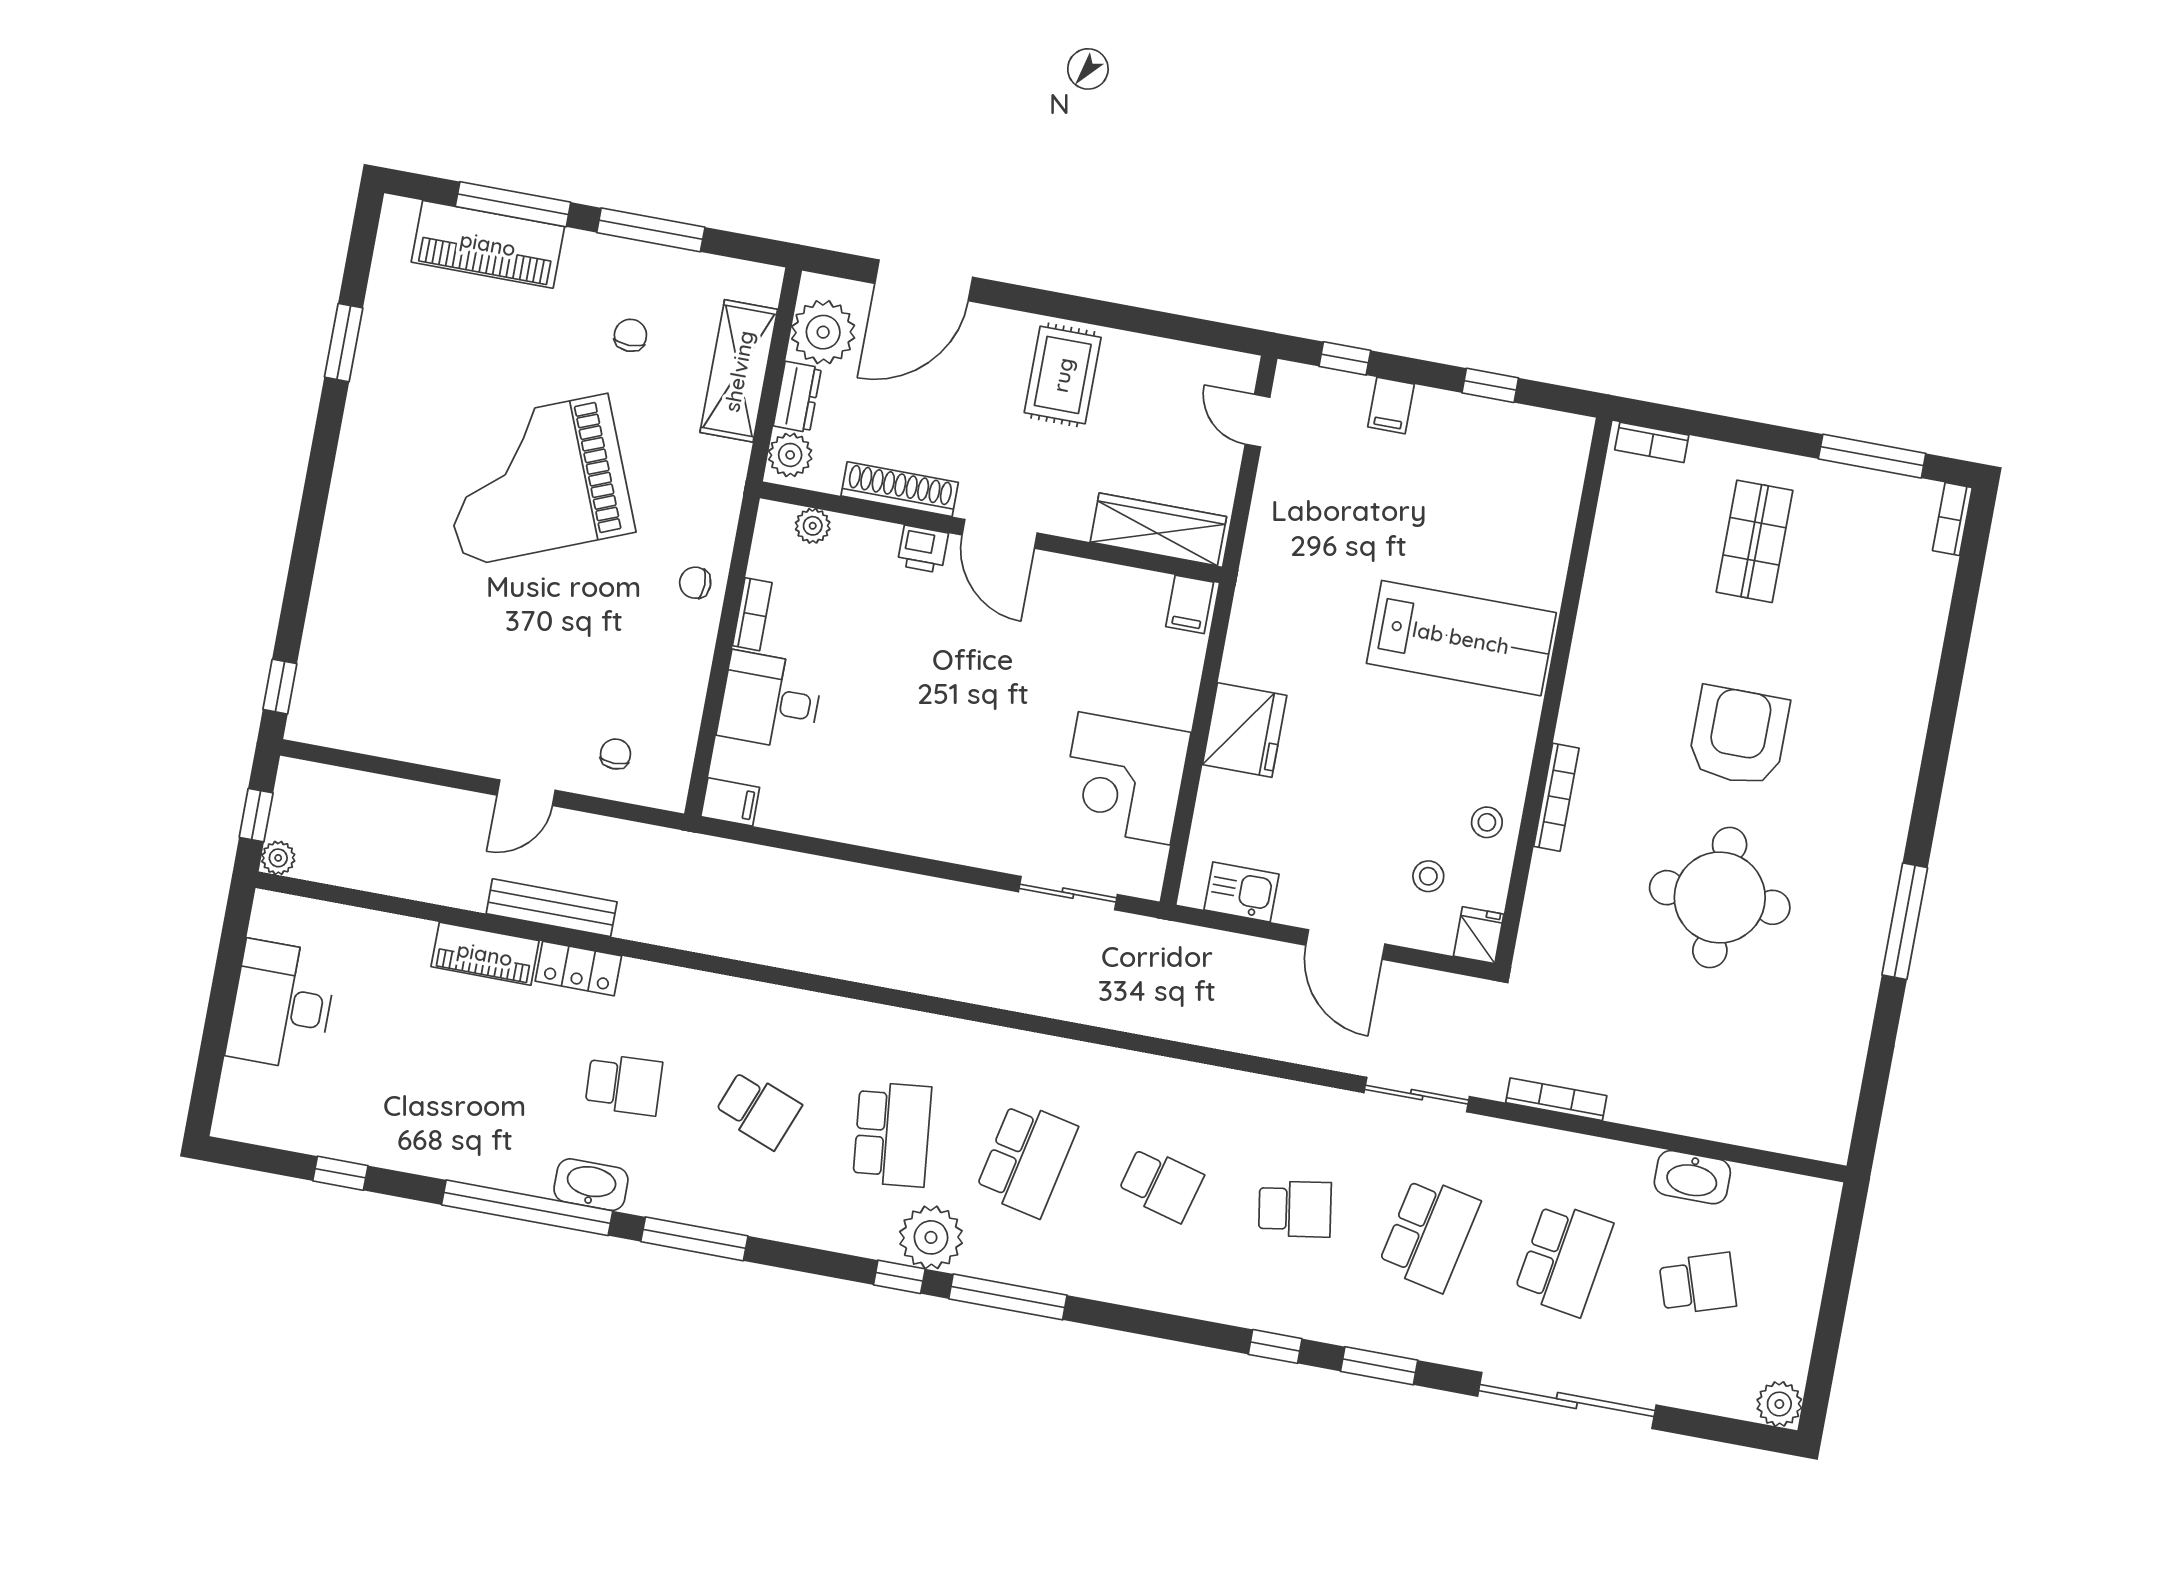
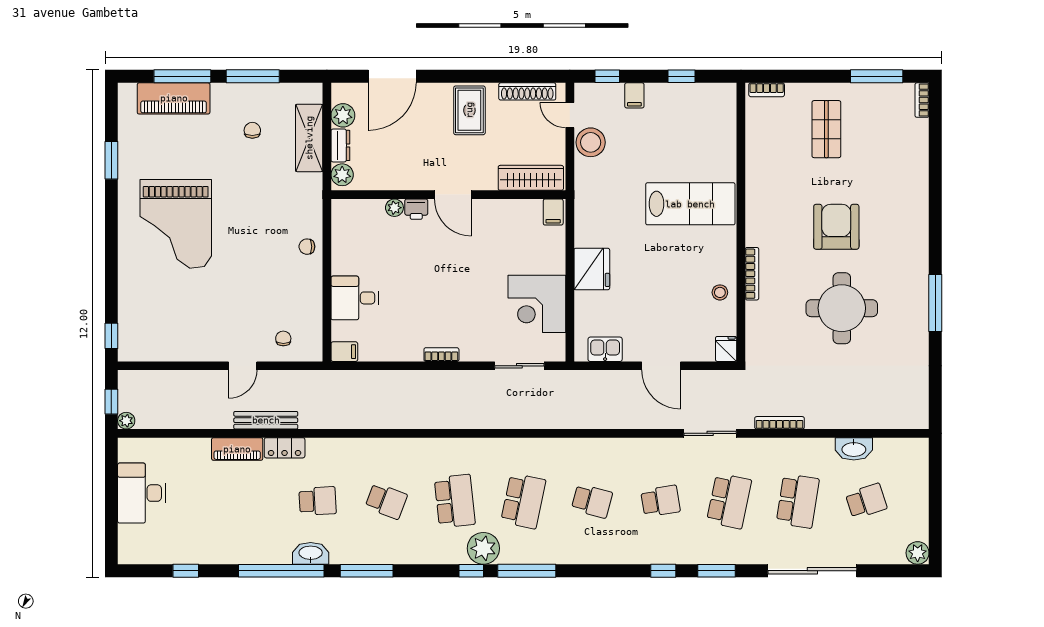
plant: (823, 332) -> (343, 115), width x0.73, depth x0.73
grand piano: (535, 480) -> (176, 224), moved, turned -68
shoe rack: (900, 489) -> (527, 91), moved, turned 180
plant: (813, 526) -> (394, 208), moved
bookcase: (752, 614) -> (441, 355), moved, turned -90
stool: (1428, 876) -> (591, 142), moved, width x1.89, depth x1.89

